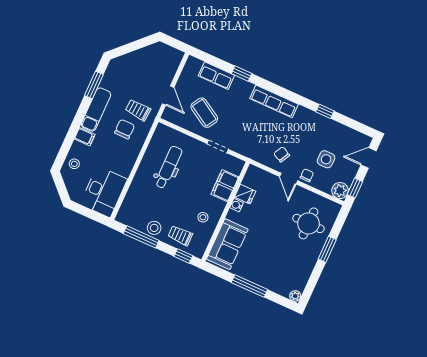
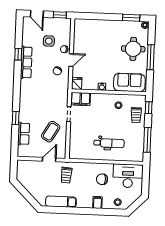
window: (94, 85) -> (62, 210), removed
row of seats: (274, 101) -> (26, 62), moved
exam couch: (96, 110) -> (61, 202), moved
chair: (125, 129) -> (102, 179), moved
dental chair: (169, 167) -> (109, 143), moved, turned 180
filing cabinet: (225, 186) -> (81, 99), moved
plant: (340, 191) -> (65, 24), removed
fridge: (245, 194) -> (77, 83), moved
round table: (308, 223) -> (133, 49), moved
stool: (154, 228) -> (138, 134), removed
window: (327, 249) -> (131, 18), moved

